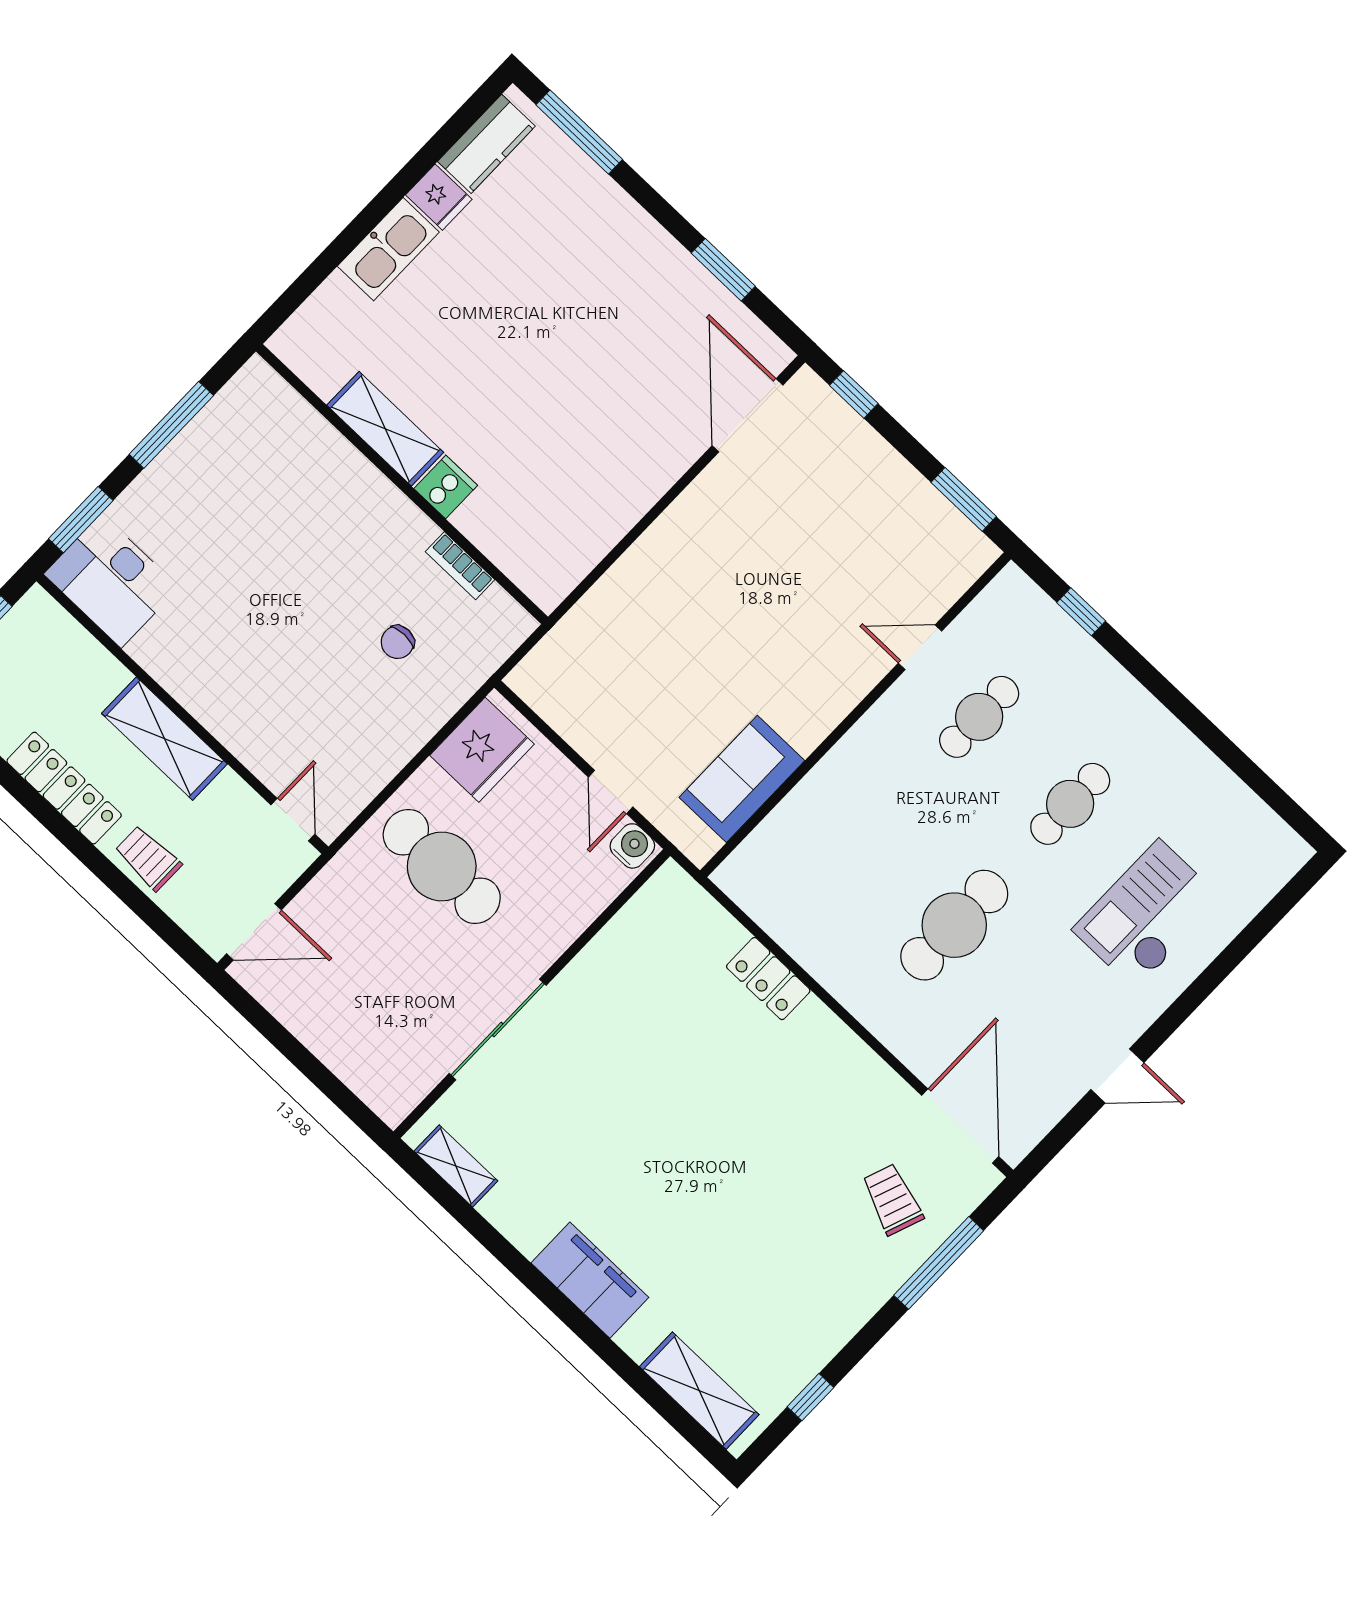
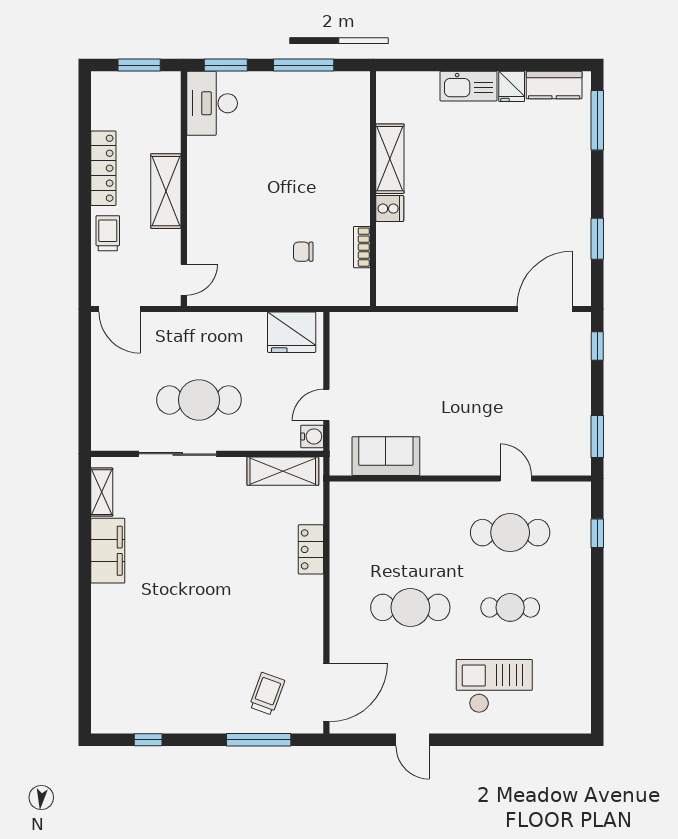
cafe table: (979, 717) -> (510, 533), width x1.37, depth x1.35
cafe table: (442, 866) -> (199, 400), moved, turned 90
filing cabinet: (590, 1280) -> (108, 551), moved
shelving: (699, 1391) -> (283, 471), moved, turned 90

